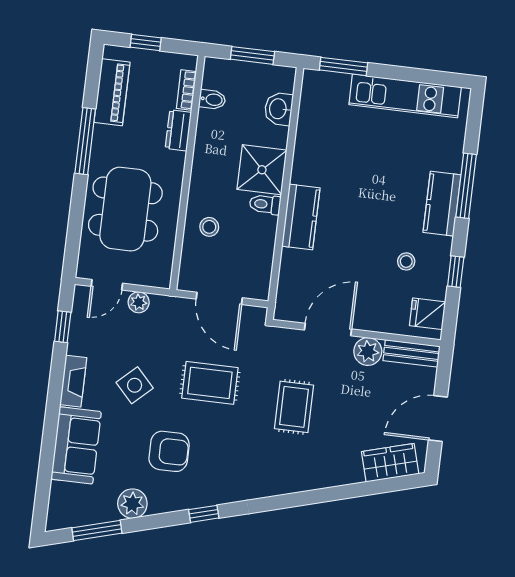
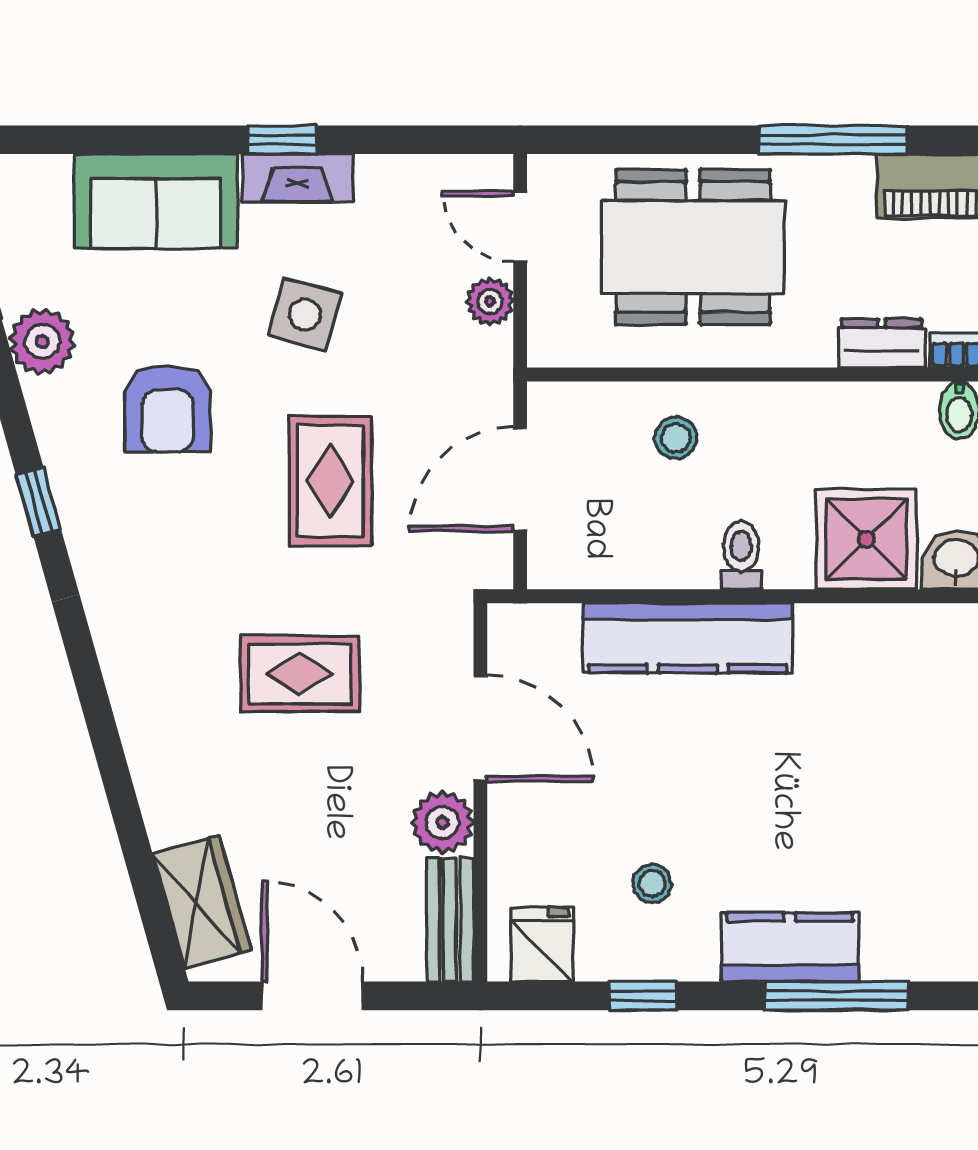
shower: (262, 170) -> (866, 539), moved
kitchen counter: (301, 217) -> (688, 638), width x1.50
window: (63, 327) -> (282, 140), moved
side table: (135, 385) -> (305, 315), turned -32

